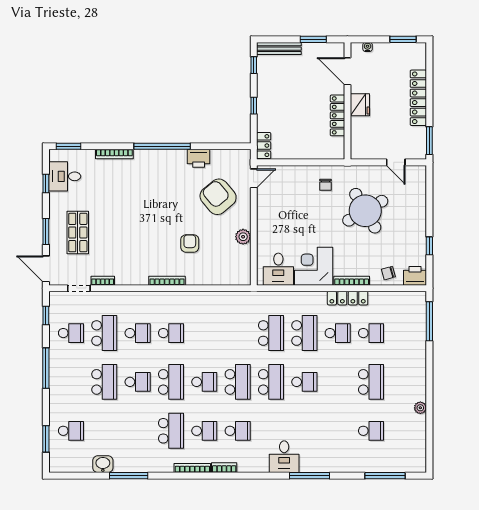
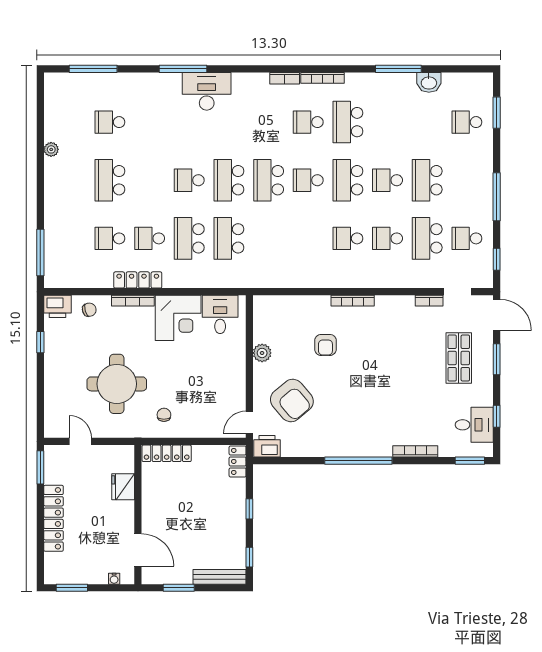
fridge: (360, 105) -> (123, 487), moved
locker: (337, 115) -> (167, 453), moved, turned 90
printer: (199, 158) -> (267, 446), moved
round table: (365, 211) -> (117, 384), turned 30
school desk: (238, 431) -> (269, 122), removed
desk: (284, 457) -> (207, 91), width x1.37

